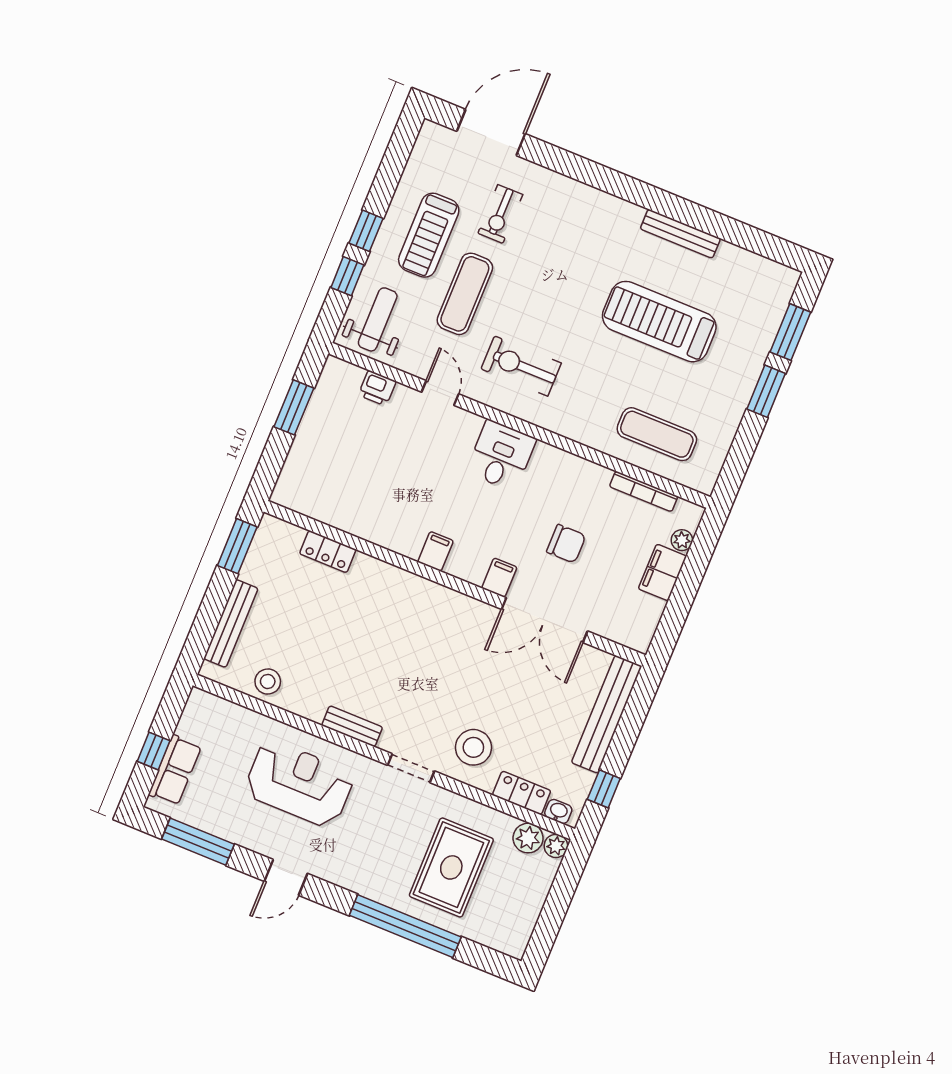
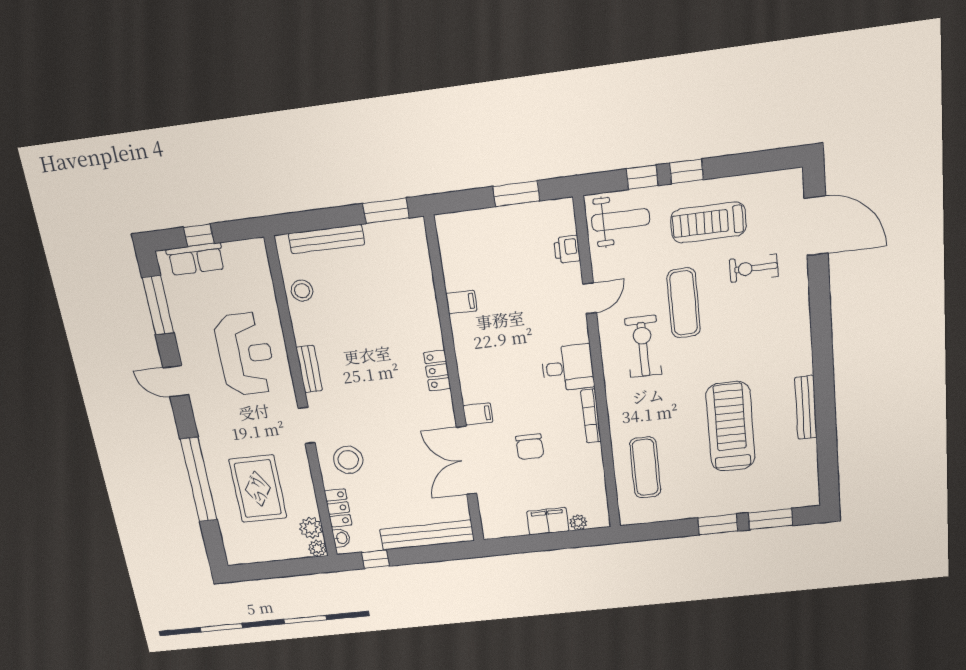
exercise mat: (465, 294) -> (684, 303), moved, turned 90
bookcase: (644, 491) -> (591, 416), moved
filing cabinet: (436, 551) -> (461, 302), moved
locker: (328, 552) -> (437, 371), moved
rug: (451, 867) -> (258, 489), turned 90

